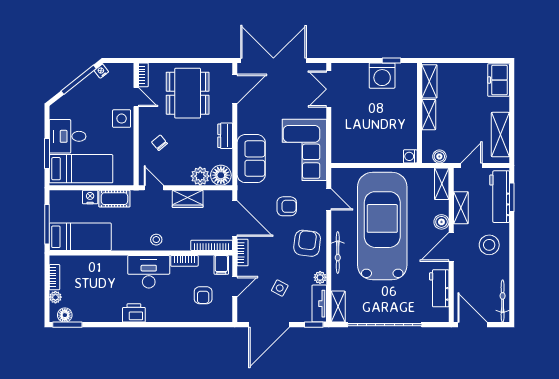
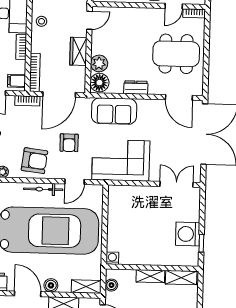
chair: (159, 143) -> (131, 27), removed
bicycle: (338, 253) -> (43, 189), moved

